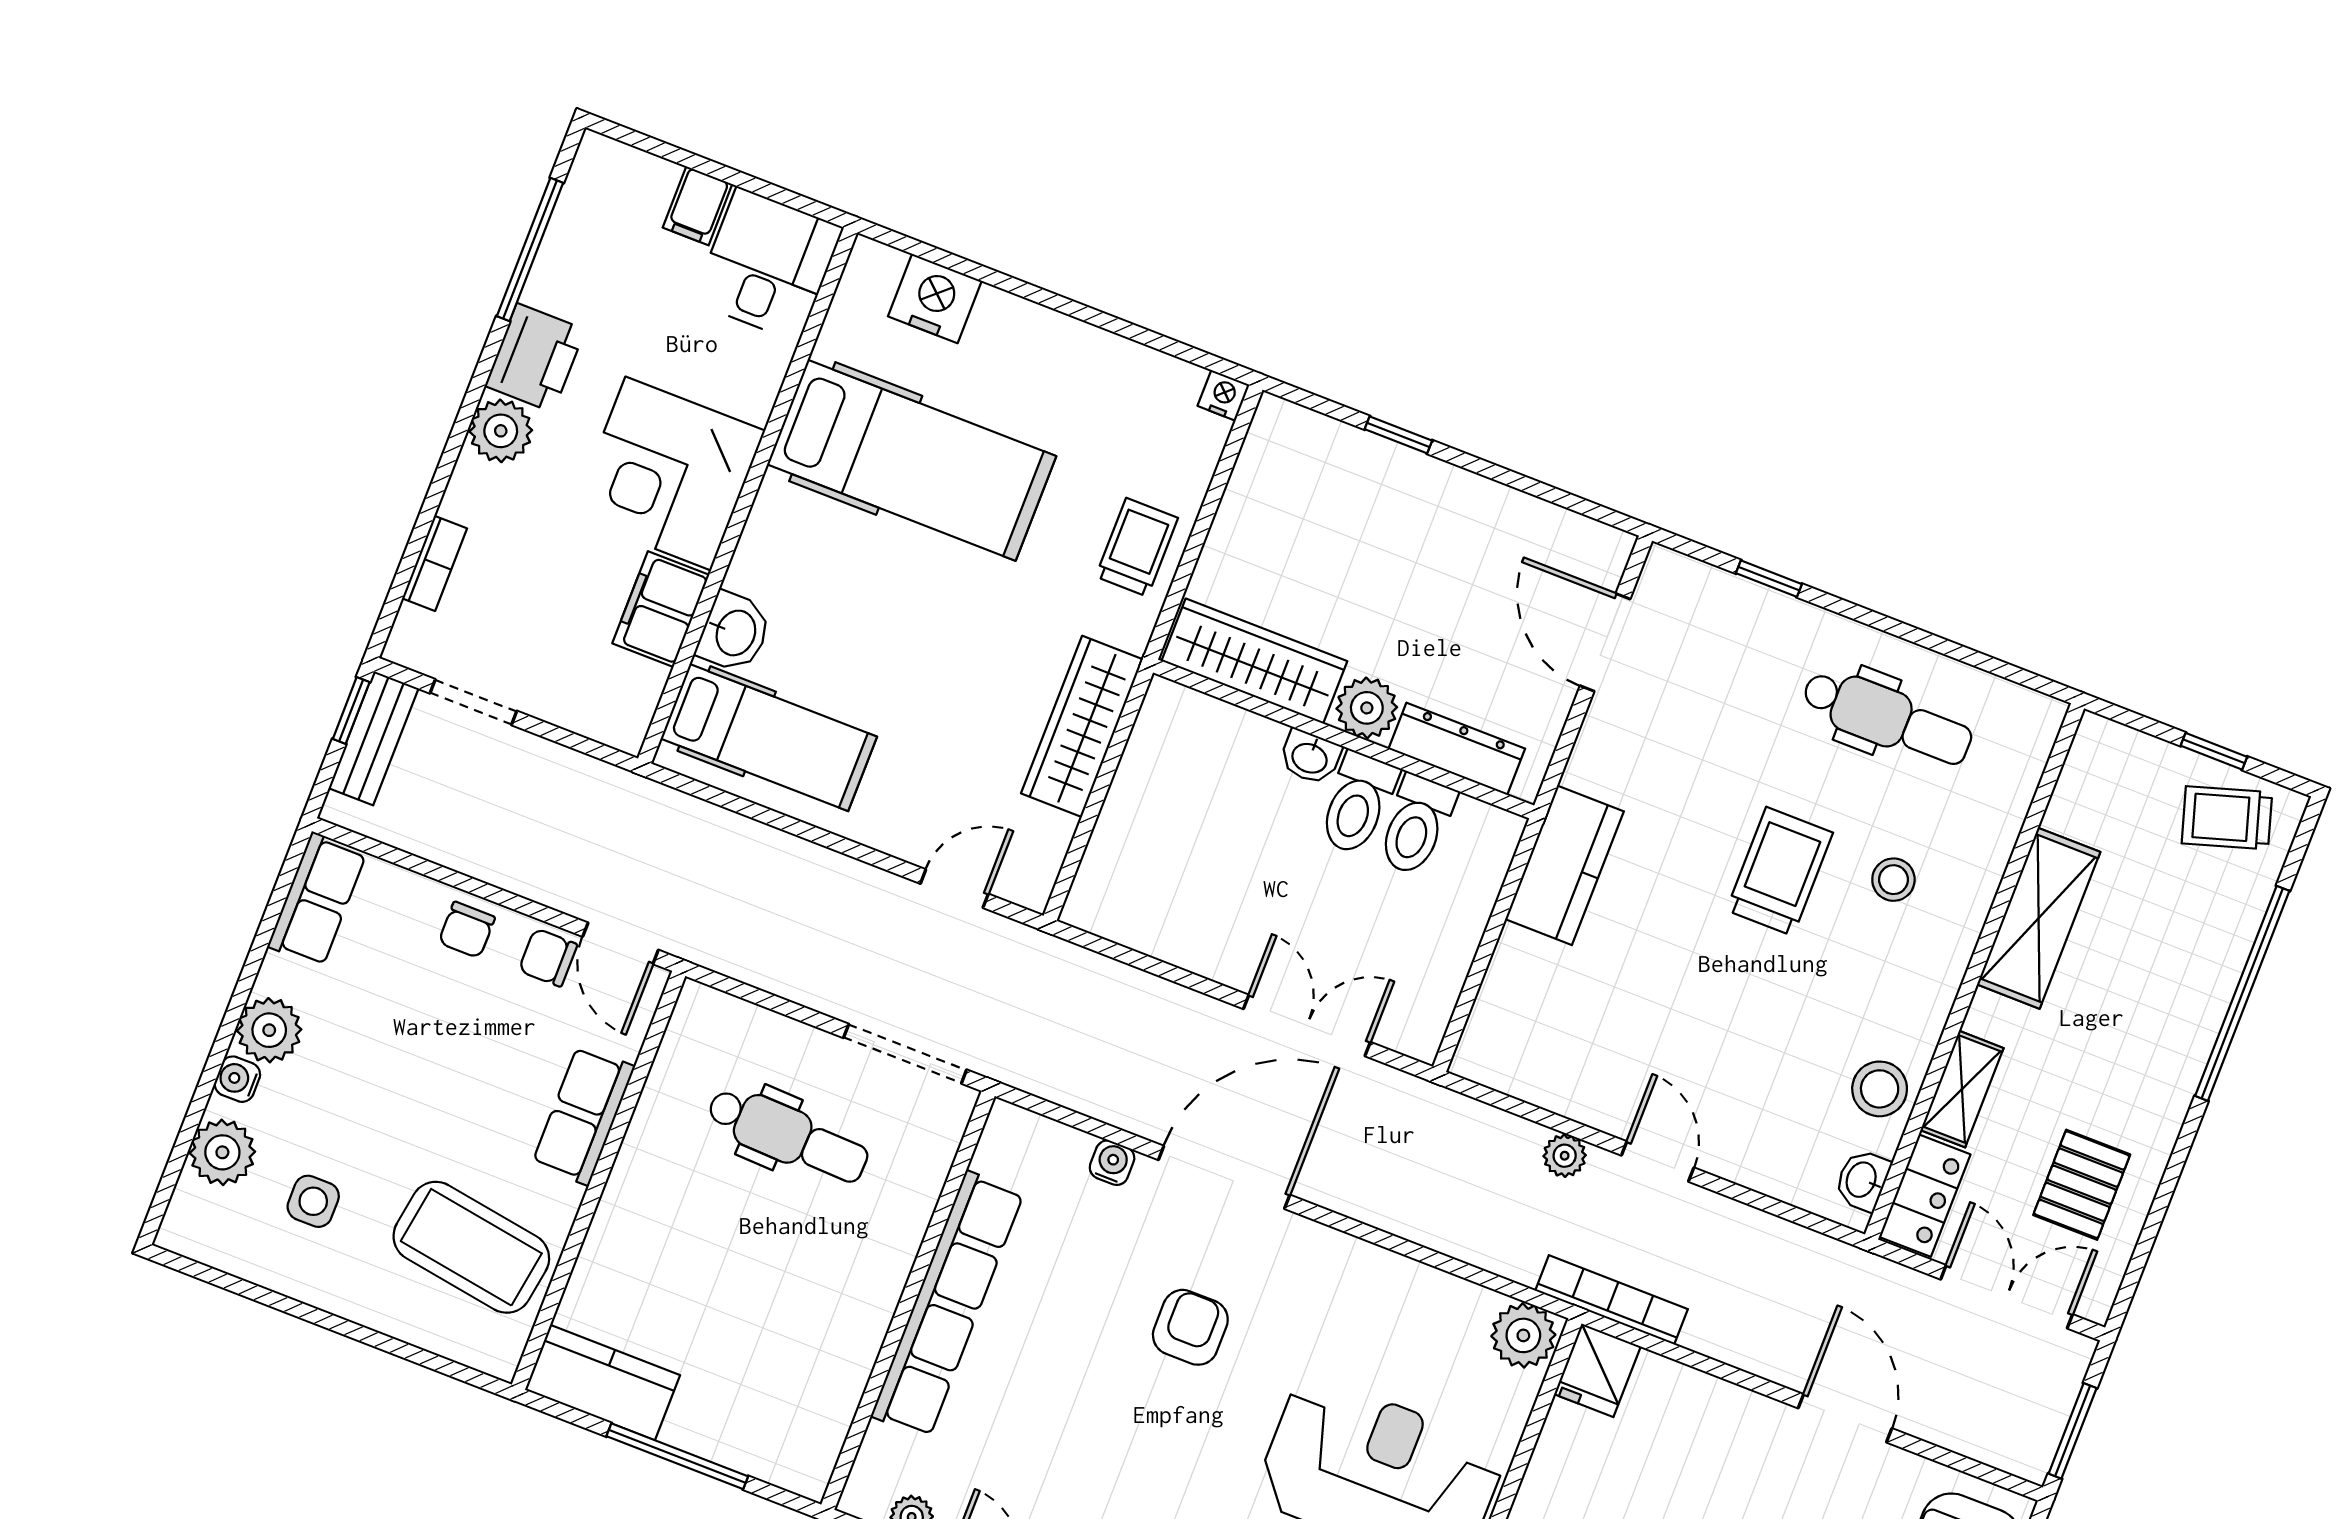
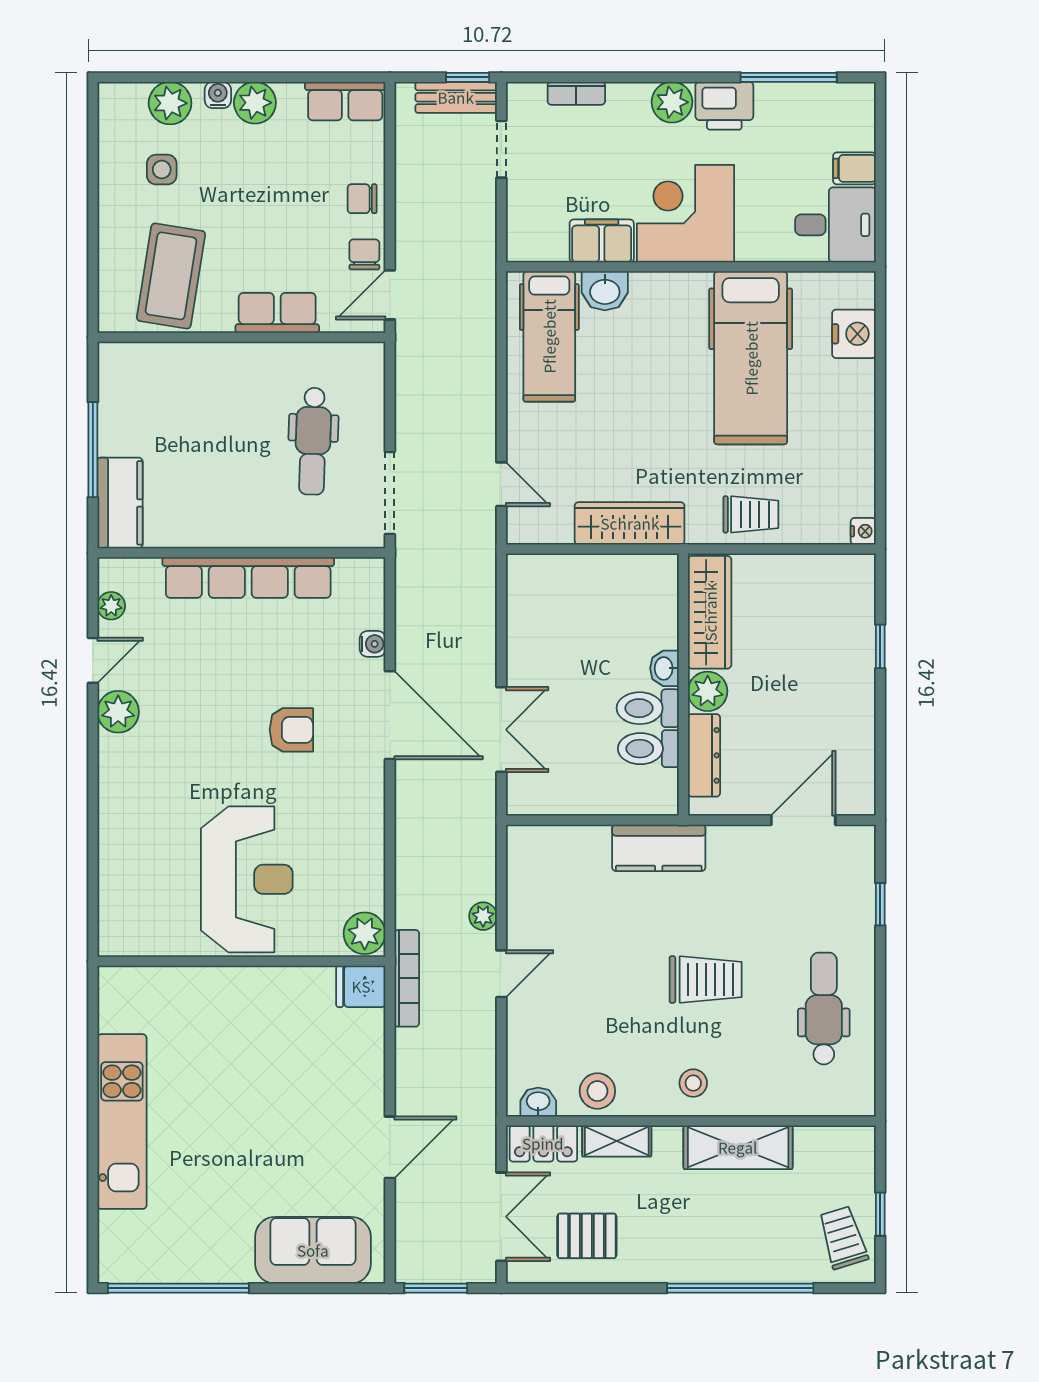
dental chair: (1887, 718) -> (824, 1008), turned 180
stool: (1893, 880) -> (693, 1083), moved
kitchen counter: (602, 1383) -> (120, 503), moved

